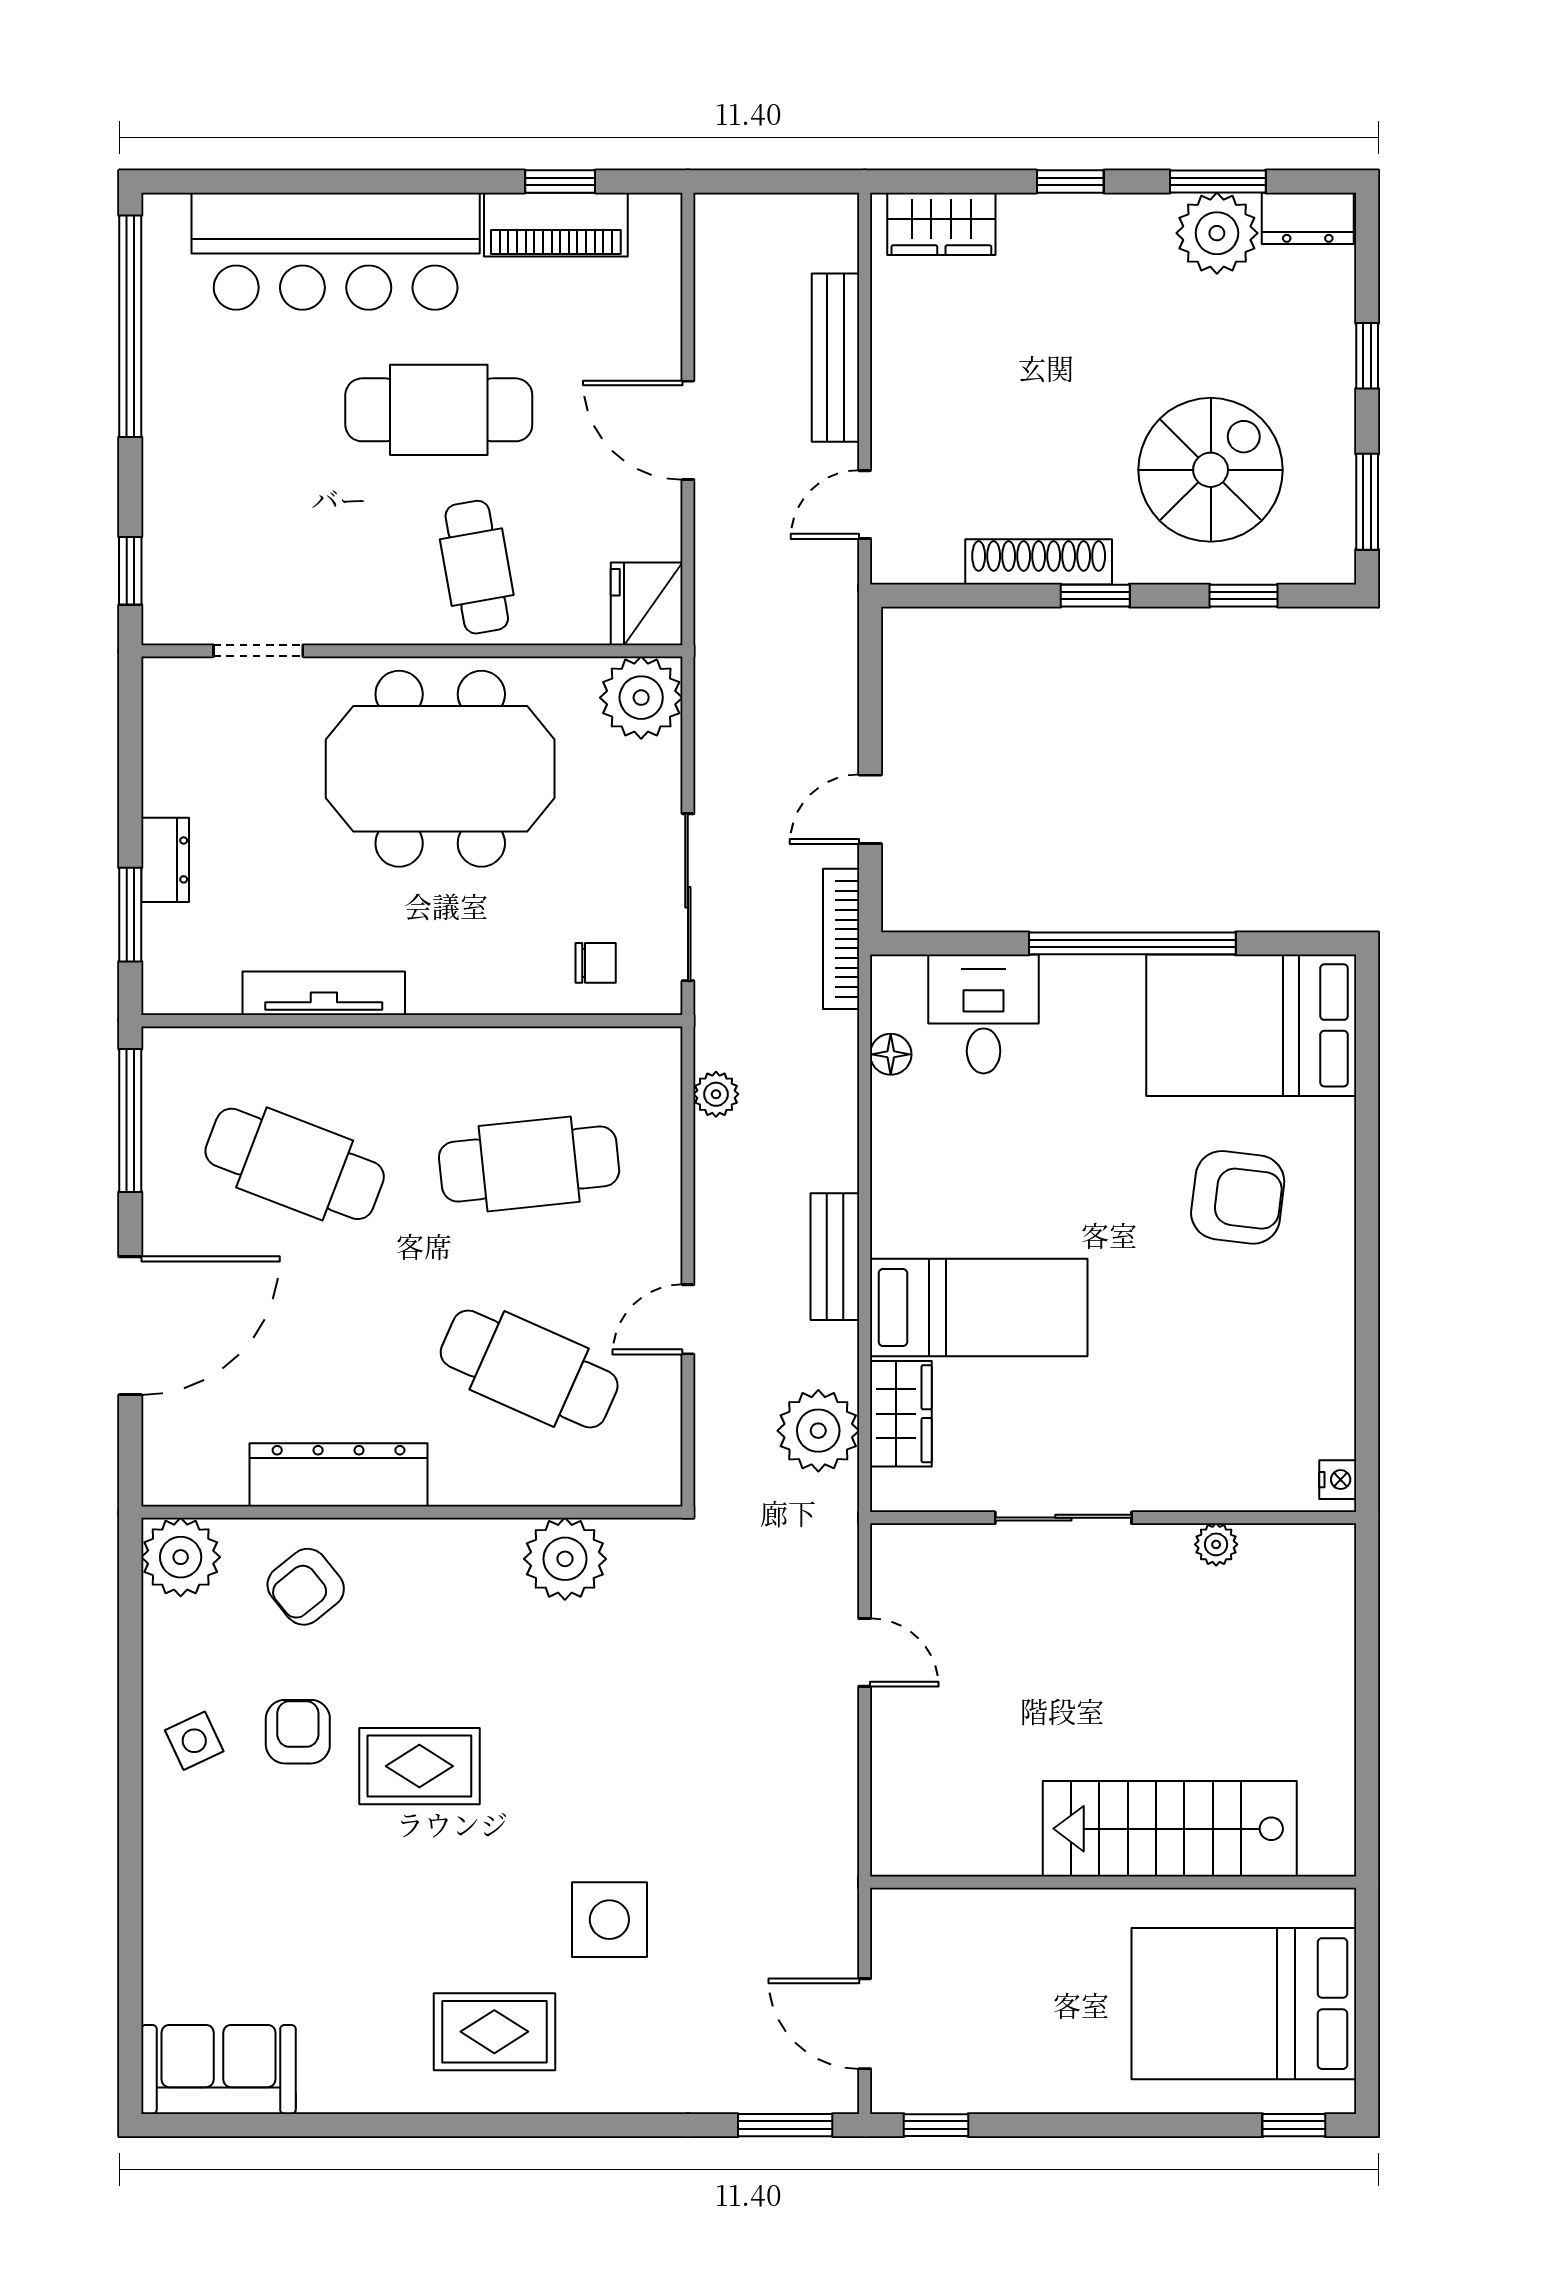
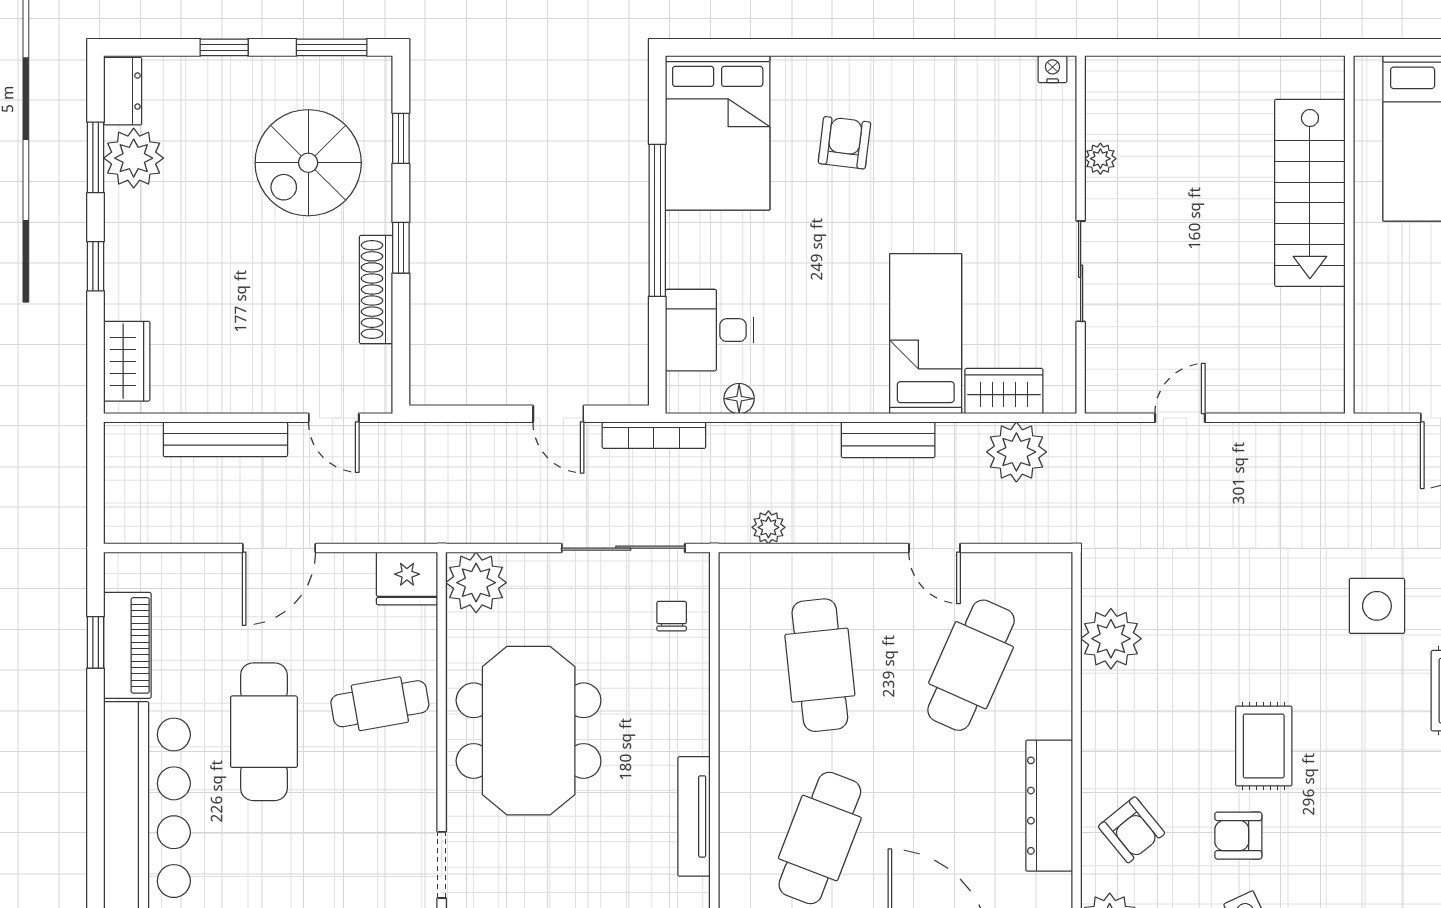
spiral stairs: (1211, 470) -> (308, 163), turned -90
armchair: (1238, 1197) -> (844, 143), width x0.72, depth x0.72

